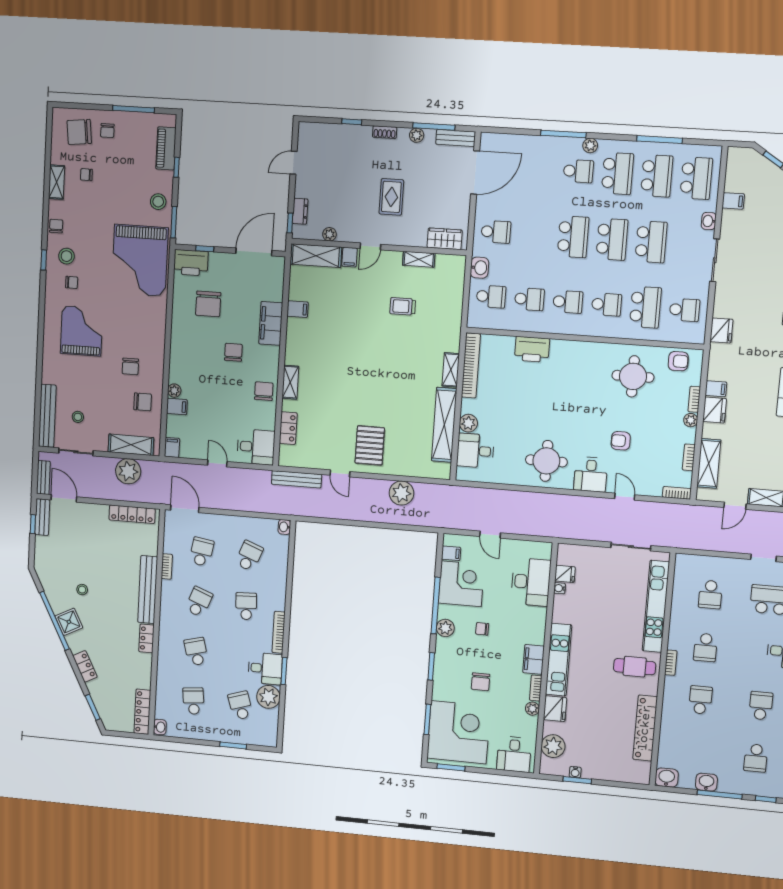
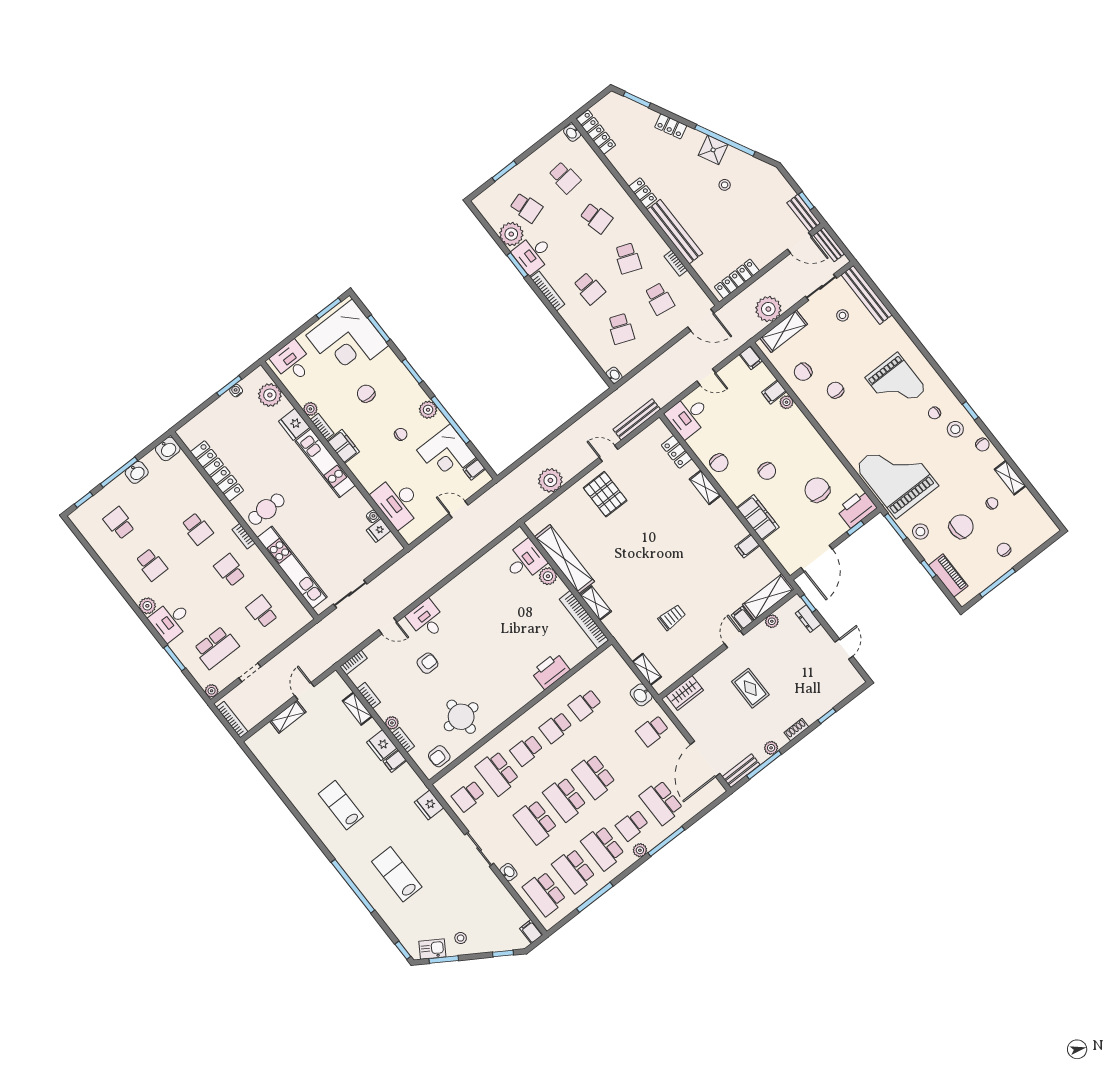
chair: (79, 132) -> (961, 527), moved
filing cabinet: (733, 201) -> (531, 932), moved, turned 90
shelving: (419, 259) -> (647, 669), moved, turned 90
school desk: (491, 297) -> (661, 802), moved, width x1.85
round table: (546, 461) -> (467, 600), removed
shelving: (709, 463) -> (357, 709), width x0.67, depth x0.75

